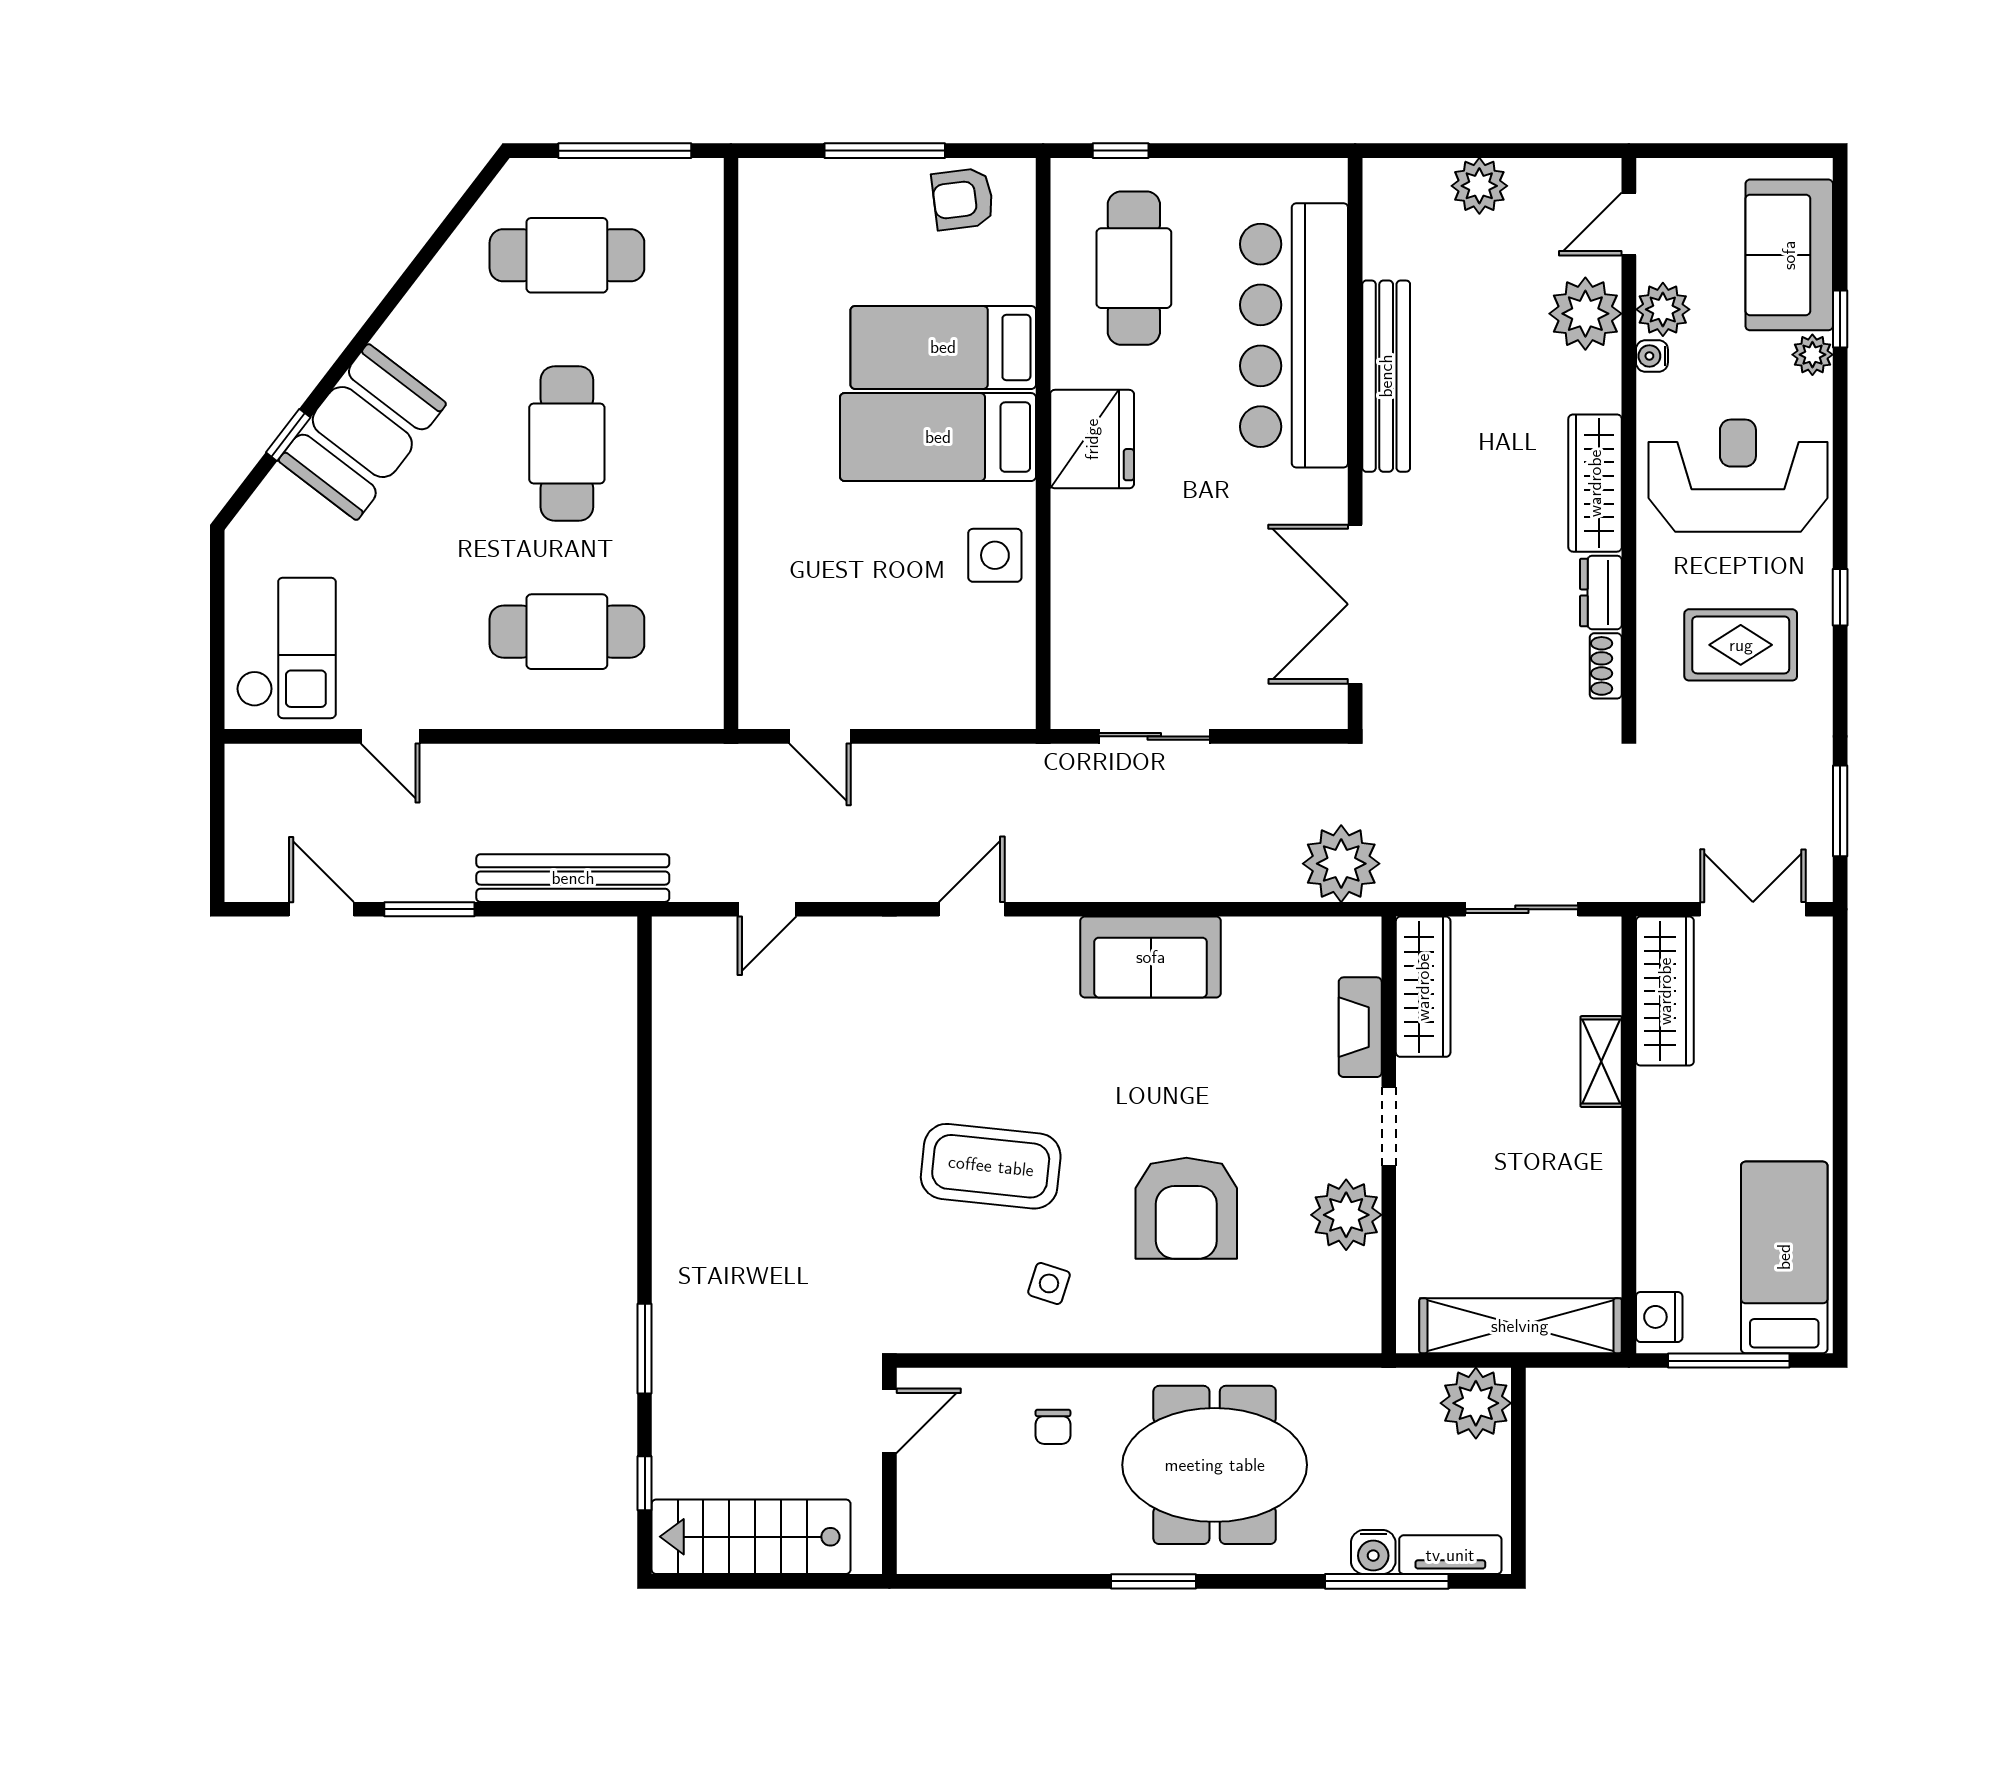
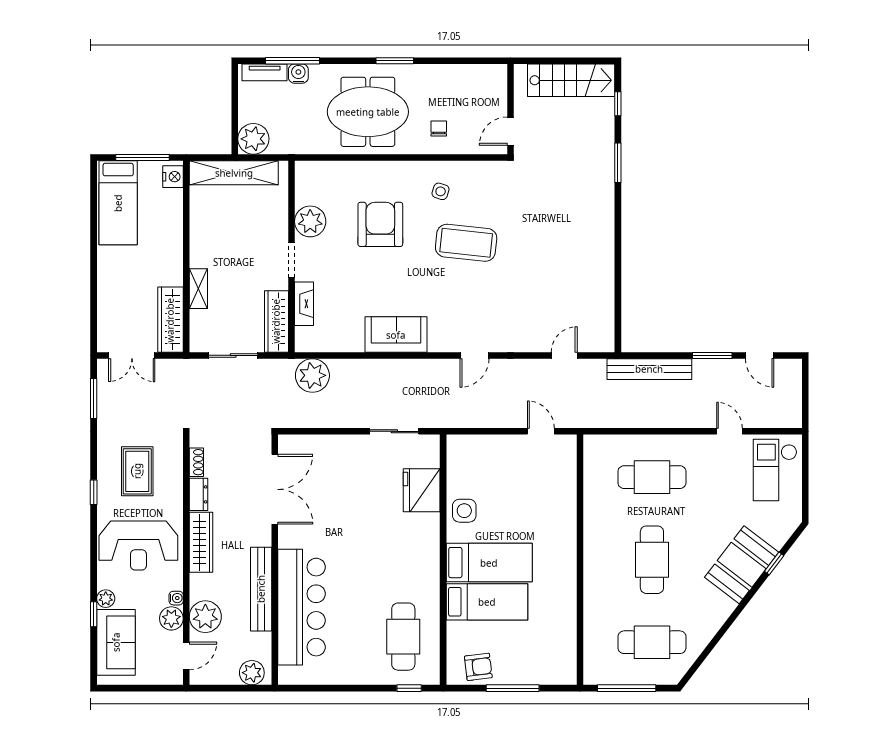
bar counter: (1294, 335) -> (302, 607), moved
bench: (1386, 376) -> (261, 589), moved
fridge: (1092, 439) -> (422, 490), moved
wall: (1355, 443) -> (275, 560), moved
double door: (1355, 604) -> (275, 489), moved
rug: (1741, 645) -> (137, 471), turned 90

